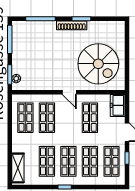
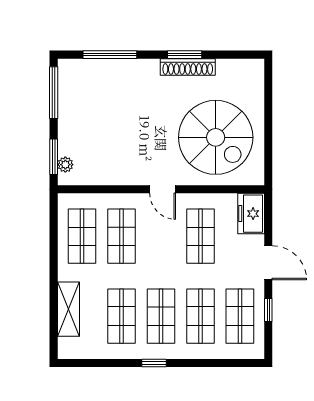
shoe rack: (72, 25) -> (188, 67), moved
shelving: (18, 168) -> (68, 309), moved

